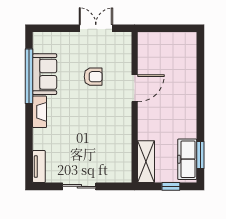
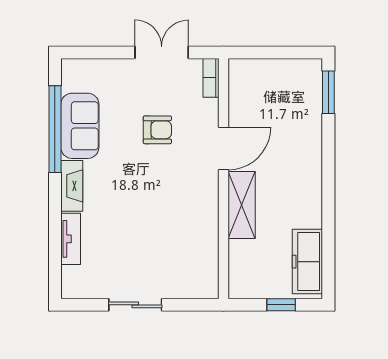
bookcase: (127, 44) -> (211, 78), added
window: (200, 155) -> (328, 92), moved
shelving: (146, 162) -> (242, 205), moved
tv unit: (39, 167) -> (71, 239), moved

